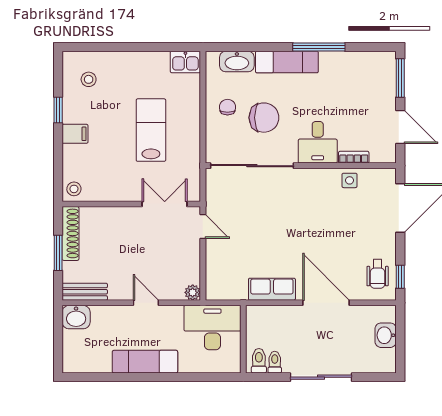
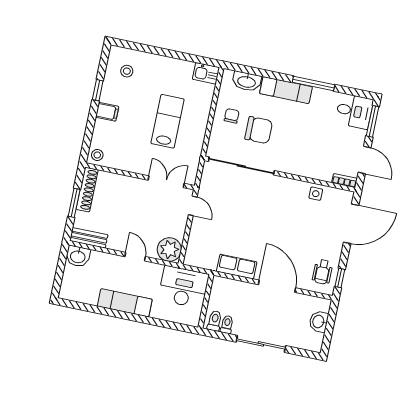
desk: (318, 142) -> (354, 111), moved, turned -90
bookcase: (354, 157) -> (344, 181), moved
plant: (193, 292) -> (169, 250), width x1.87, depth x1.87

